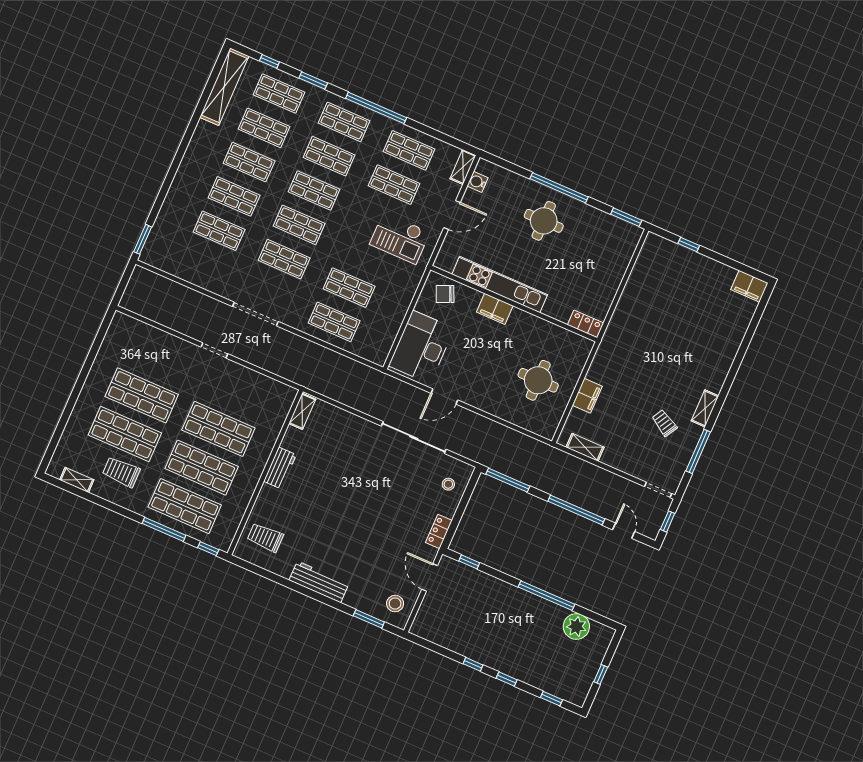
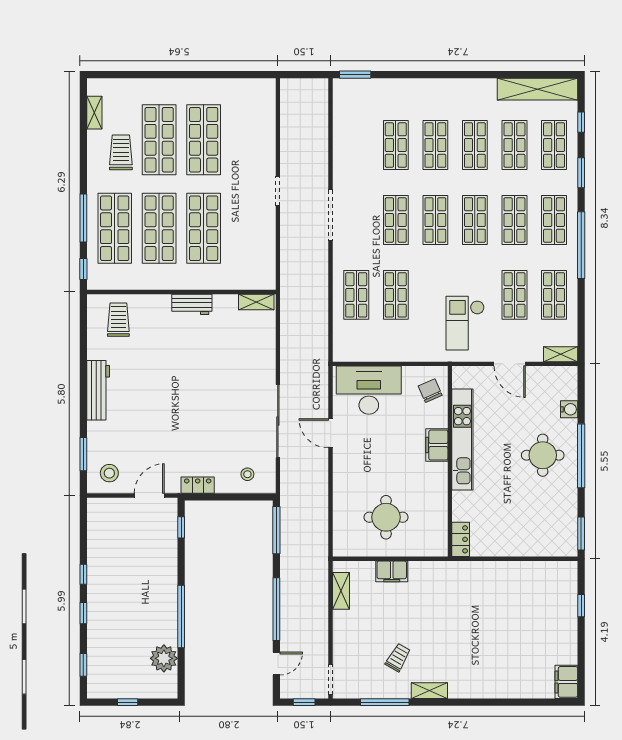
water cooler: (477, 182) -> (569, 409), moved, turned 90

